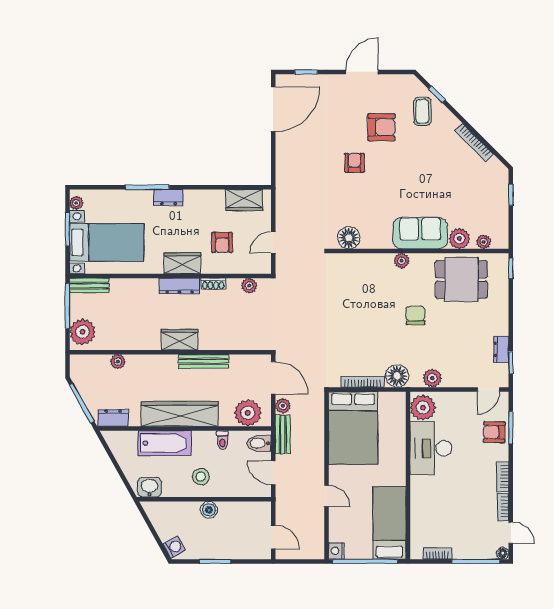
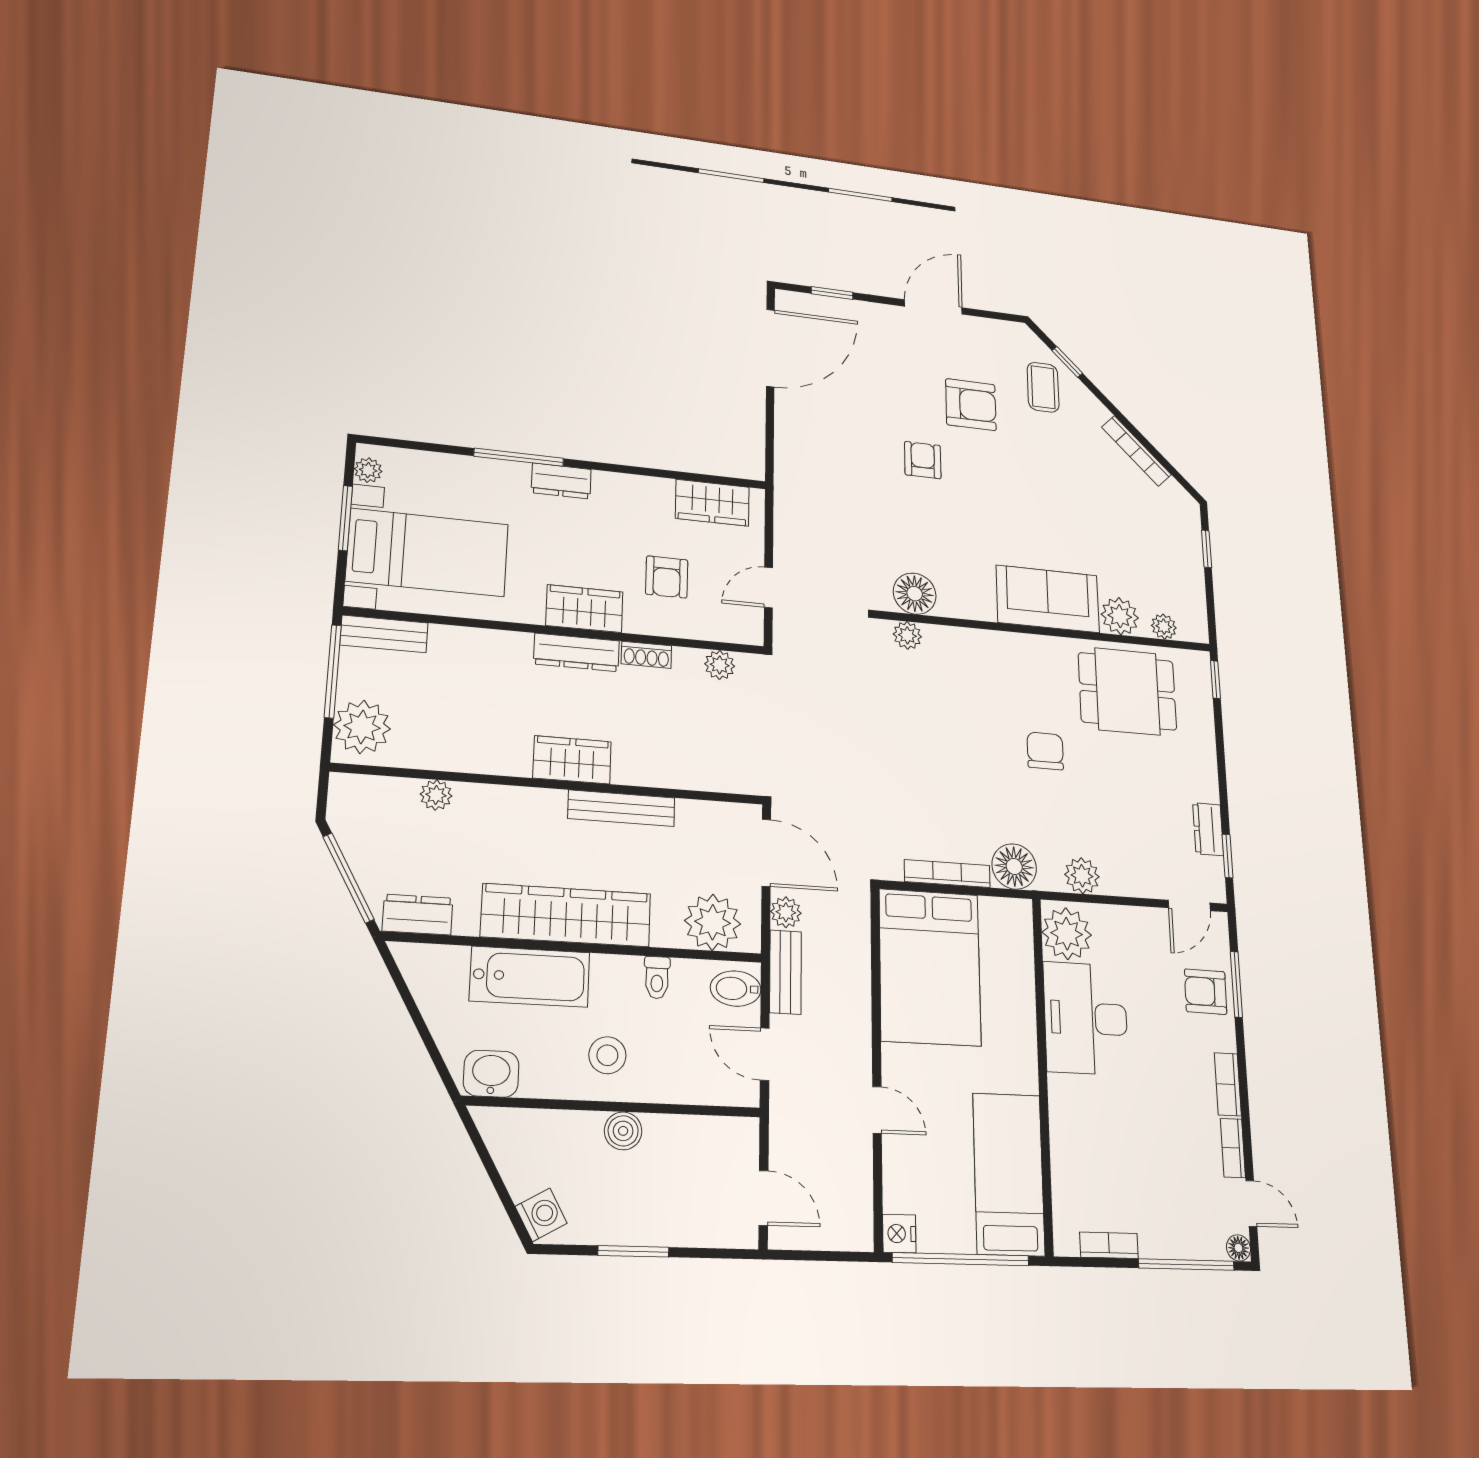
plant: (402, 261) -> (907, 635), moved

